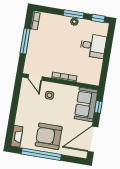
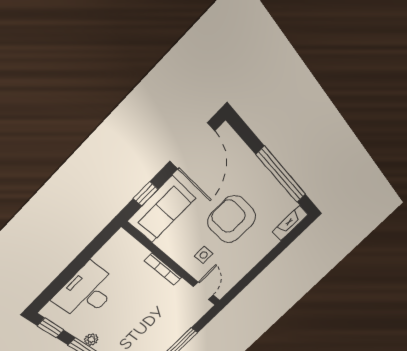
desk: (93, 46) -> (87, 292), width x1.37
armchair: (49, 136) -> (232, 219), moved, turned 180
door: (93, 139) -> (192, 146), hinge flipped

